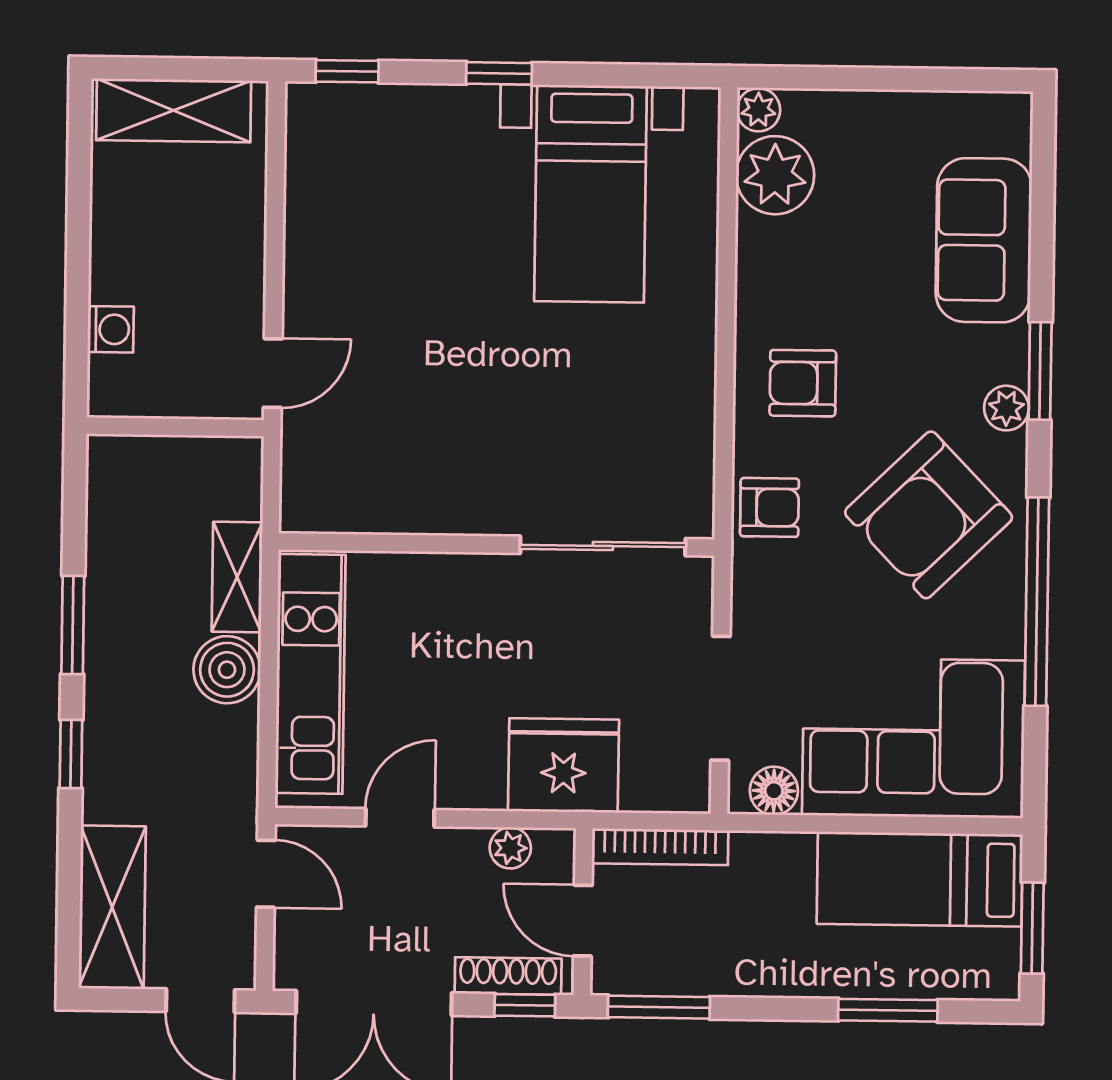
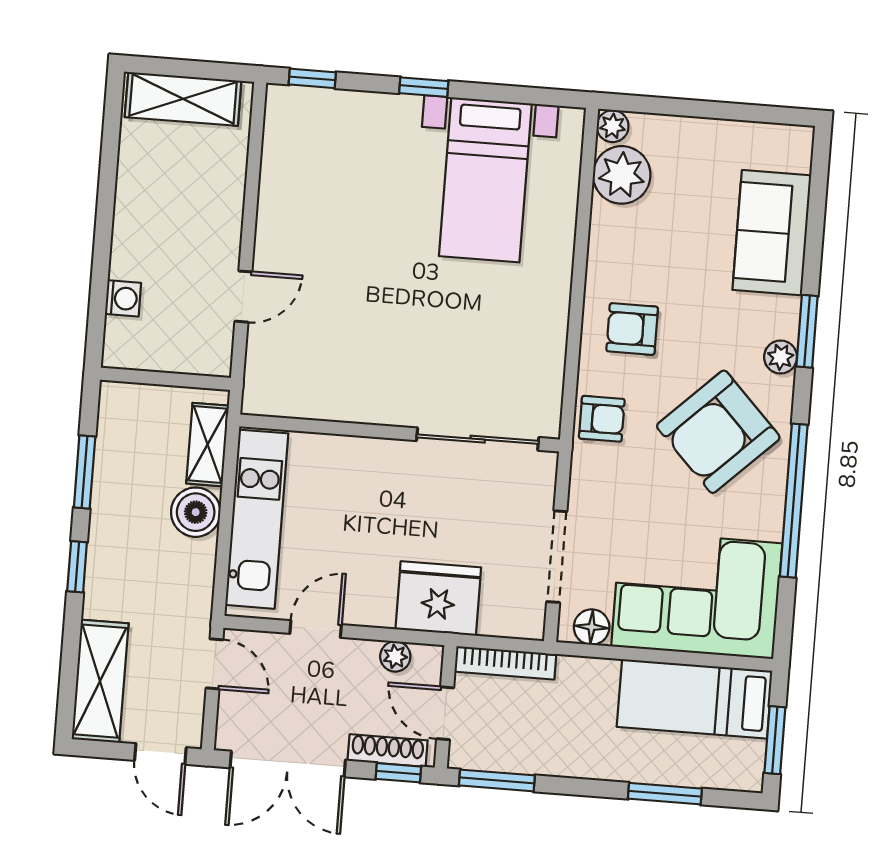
washing machine: (111, 329) -> (123, 298), moved
wall: (175, 427) -> (165, 379), moved

